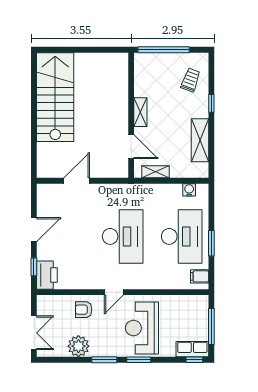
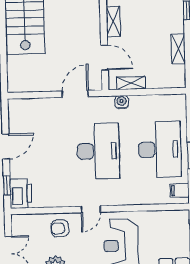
shelving: (200, 140) -> (178, 49), width x0.67, depth x0.75
door: (77, 181) -> (75, 94), moved
water cooler: (189, 190) -> (122, 102), moved

